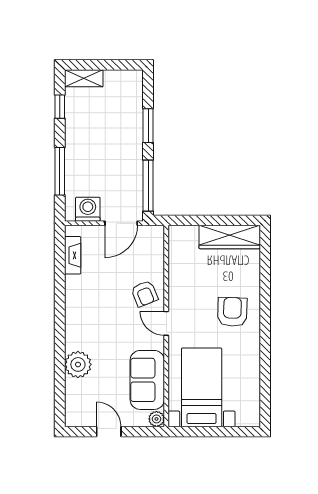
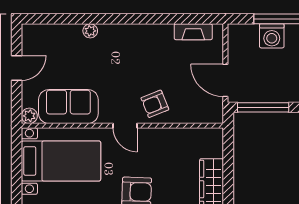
washing machine: (88, 209) -> (272, 36), moved, turned 90
door: (166, 323) -> (125, 126), swing flipped
plant: (78, 364) -> (90, 31), width x0.53, depth x0.53

